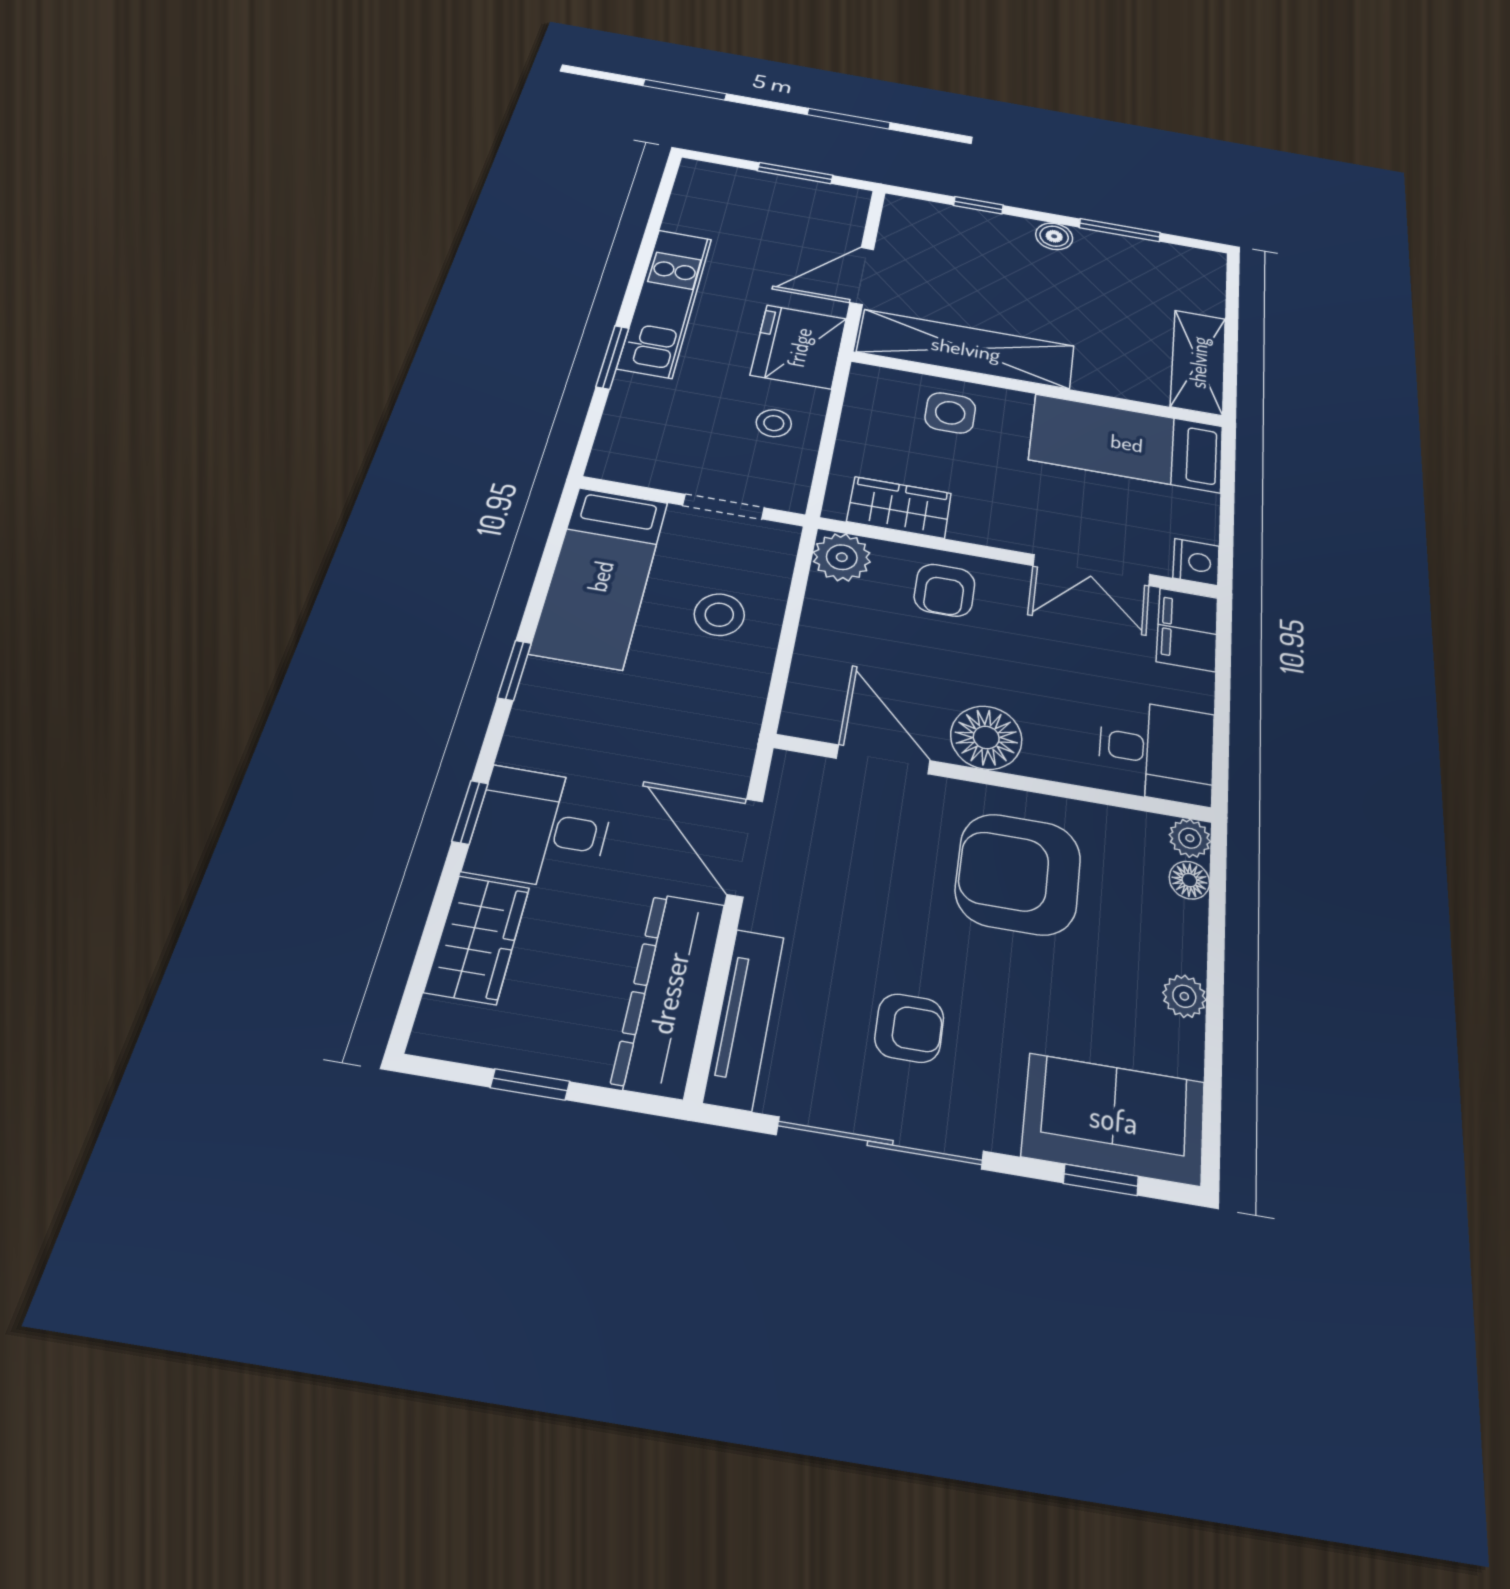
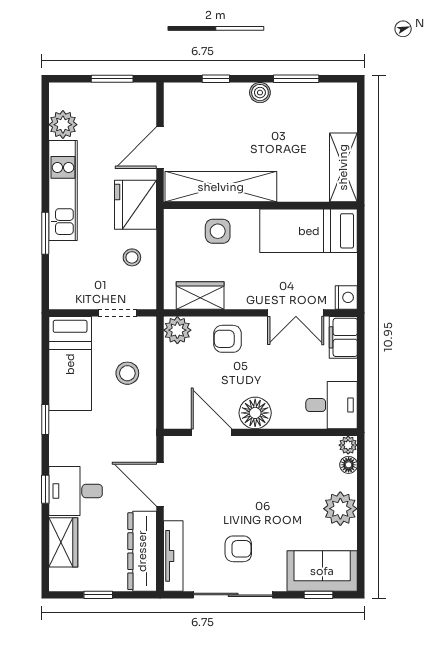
plant: (691, 214) -> (63, 125), added
armchair: (944, 590) -> (228, 339), turned 90
armchair: (1018, 874) -> (275, 475), removed
plant: (1184, 996) -> (340, 509), width x1.87, depth x1.87

